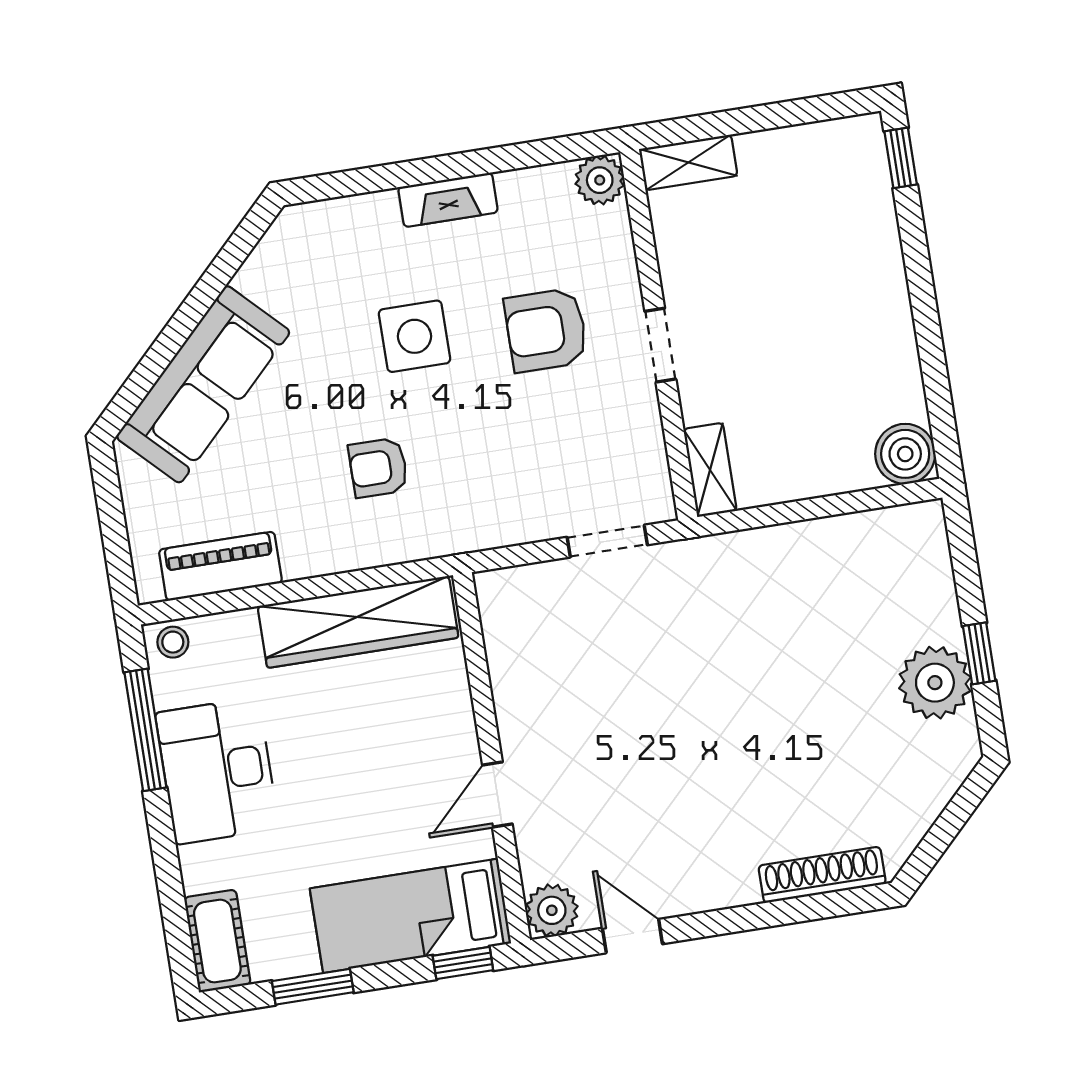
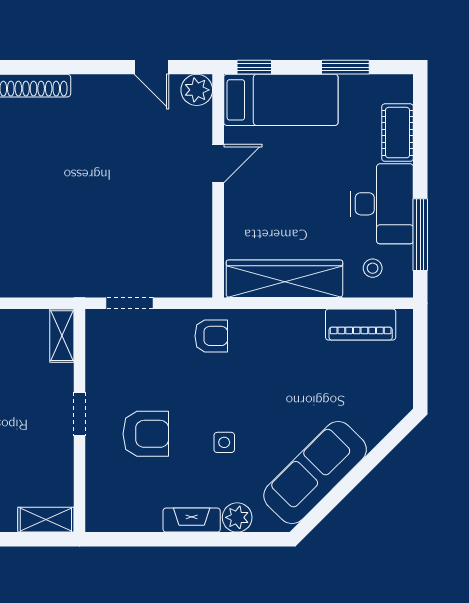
plant: (600, 180) -> (237, 517), moved
side table: (415, 336) -> (224, 442), width x0.54, depth x0.54
sofa: (203, 384) -> (315, 473), moved
armchair: (378, 468) -> (211, 336), moved
stool: (173, 642) -> (373, 268), moved
cot: (217, 941) -> (398, 133), moved

